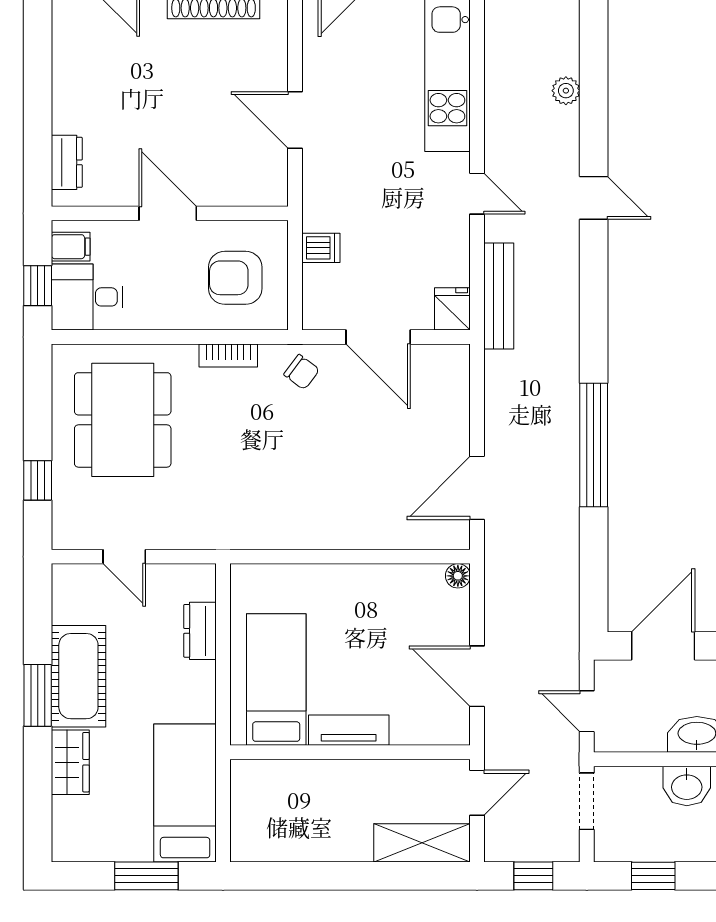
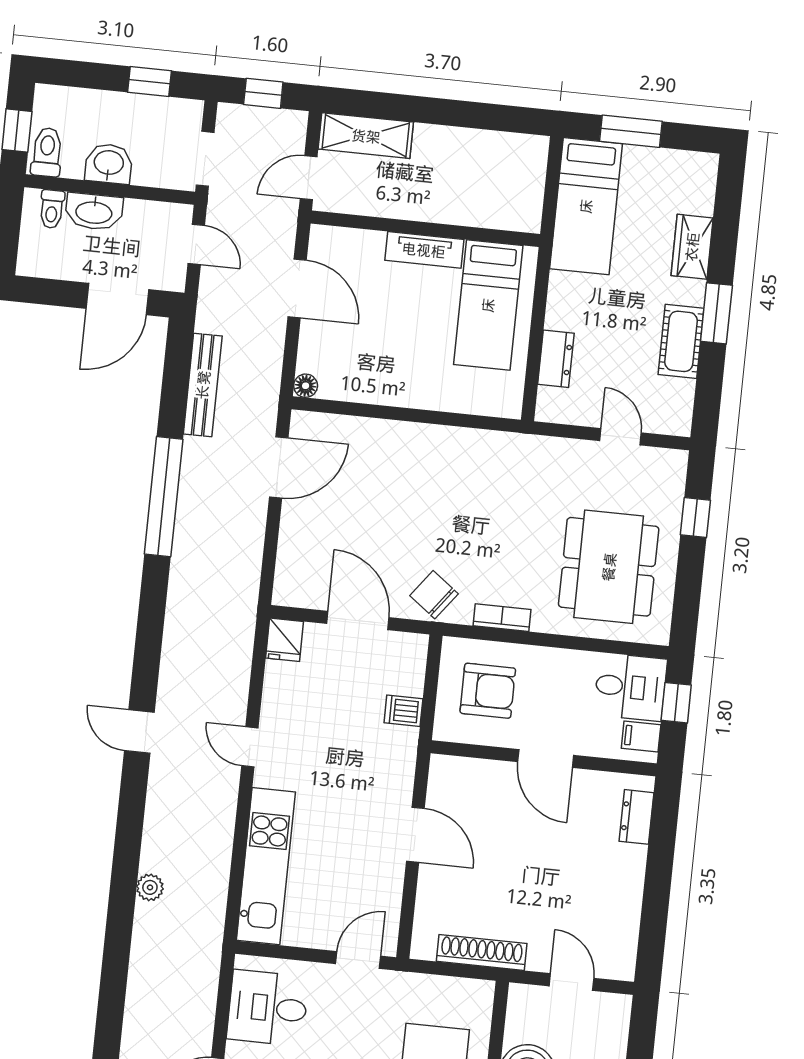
plant: (566, 91) -> (150, 887), moved
bench: (499, 296) -> (203, 385), moved
chair: (302, 372) -> (434, 595), width x1.37, depth x1.37
cot: (78, 676) -> (681, 341), width x0.73, depth x0.75

